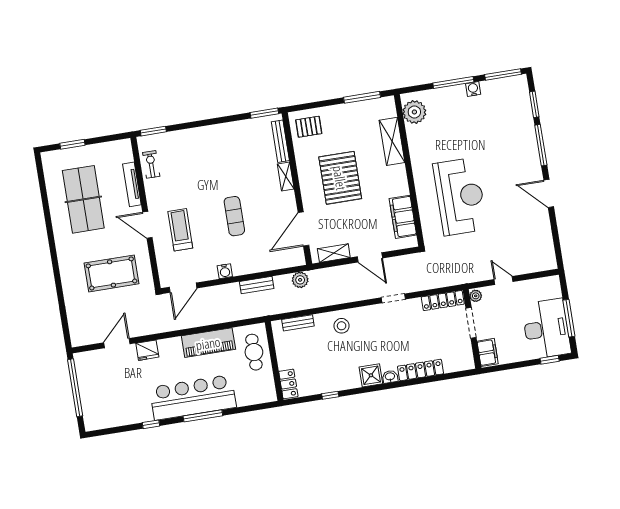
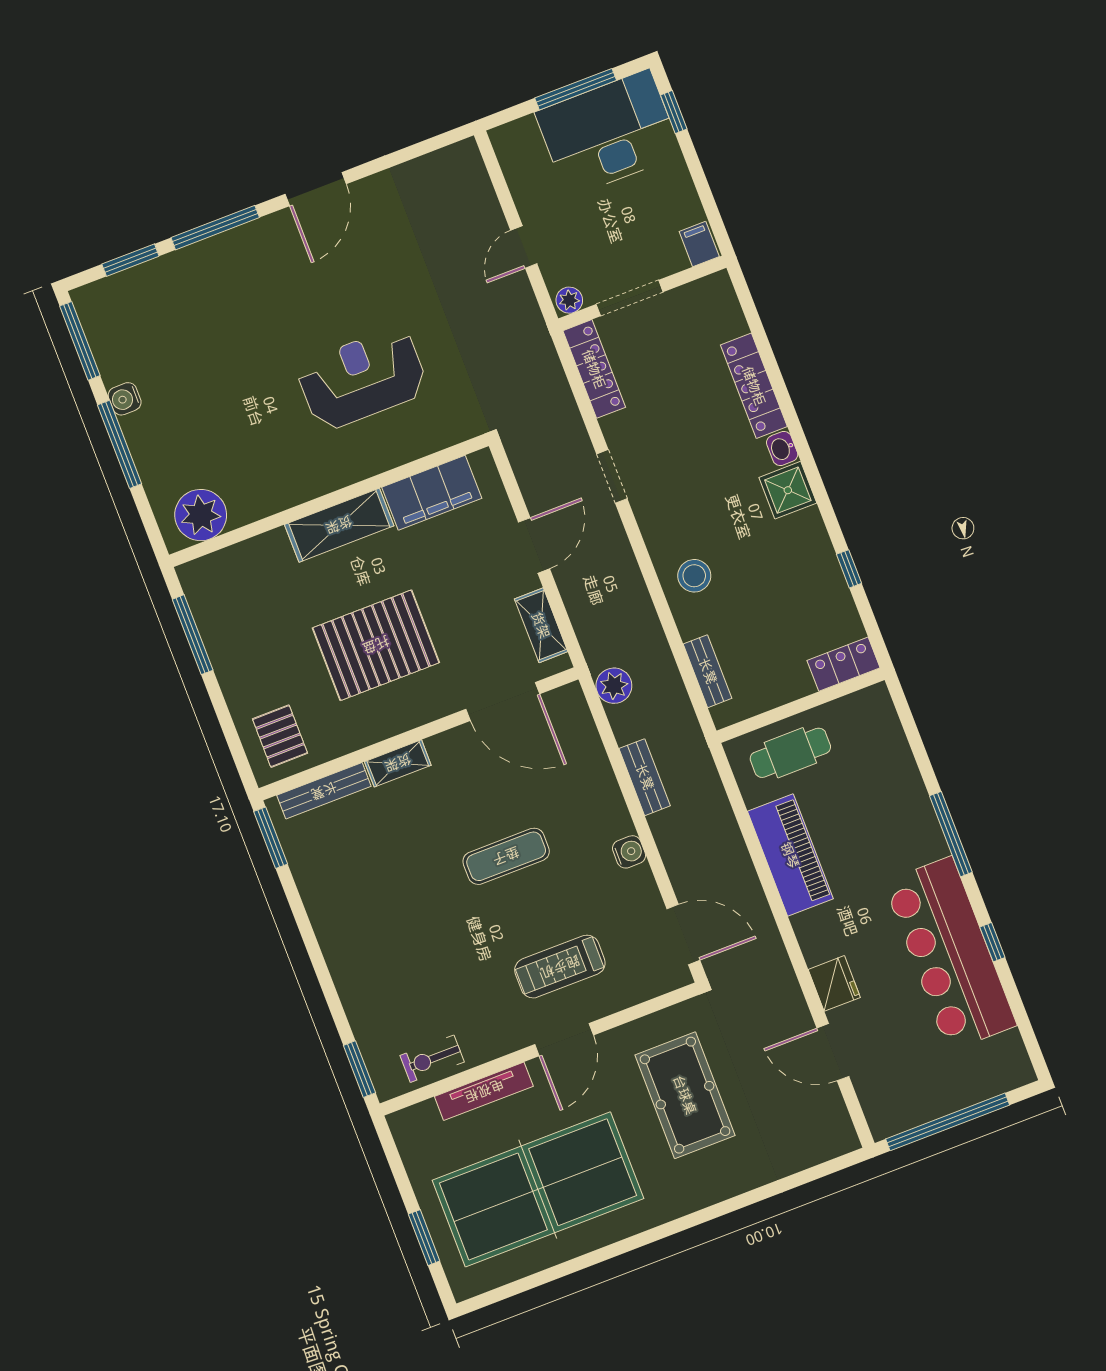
shelving: (392, 141) -> (339, 525), moved
reception desk: (460, 196) -> (362, 378), width x0.74, depth x0.77
table tennis table: (83, 199) -> (538, 1189), width x1.36, depth x1.32
filing cabinet: (488, 352) -> (699, 244), width x0.50
bar counter: (193, 397) -> (950, 954), moved

